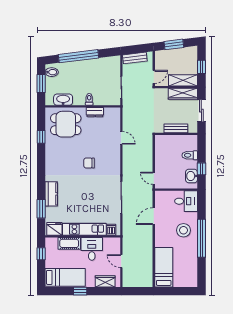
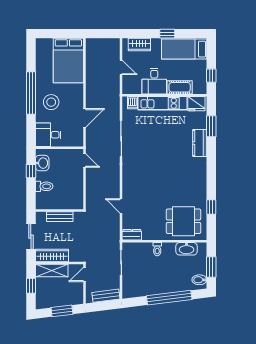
dresser: (95, 112) -> (132, 235), moved
chair: (89, 163) -> (157, 178), removed
bed: (164, 267) -> (68, 61), width x1.50

